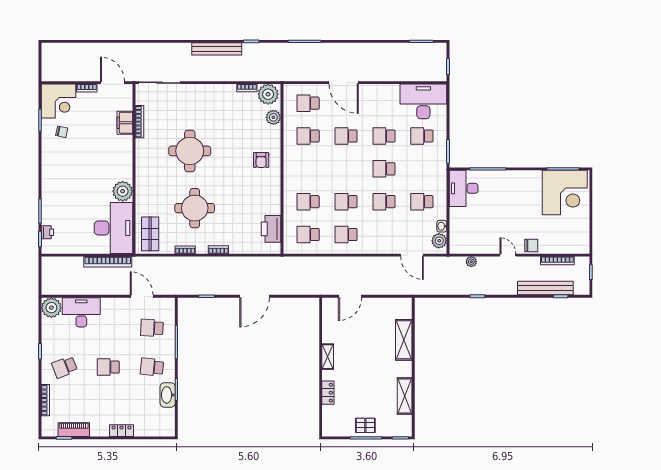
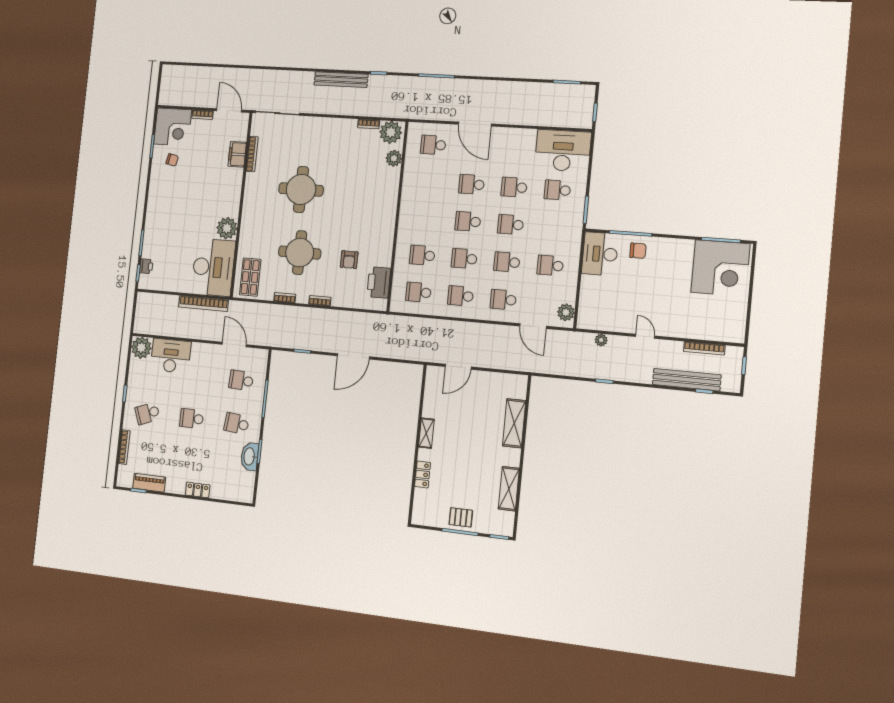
school desk: (308, 136) -> (468, 221), moved
armchair: (261, 160) -> (349, 260), moved
washbasin: (442, 226) -> (571, 296), removed
school desk: (384, 235) -> (503, 300), added
chair: (531, 245) -> (638, 251), moved

